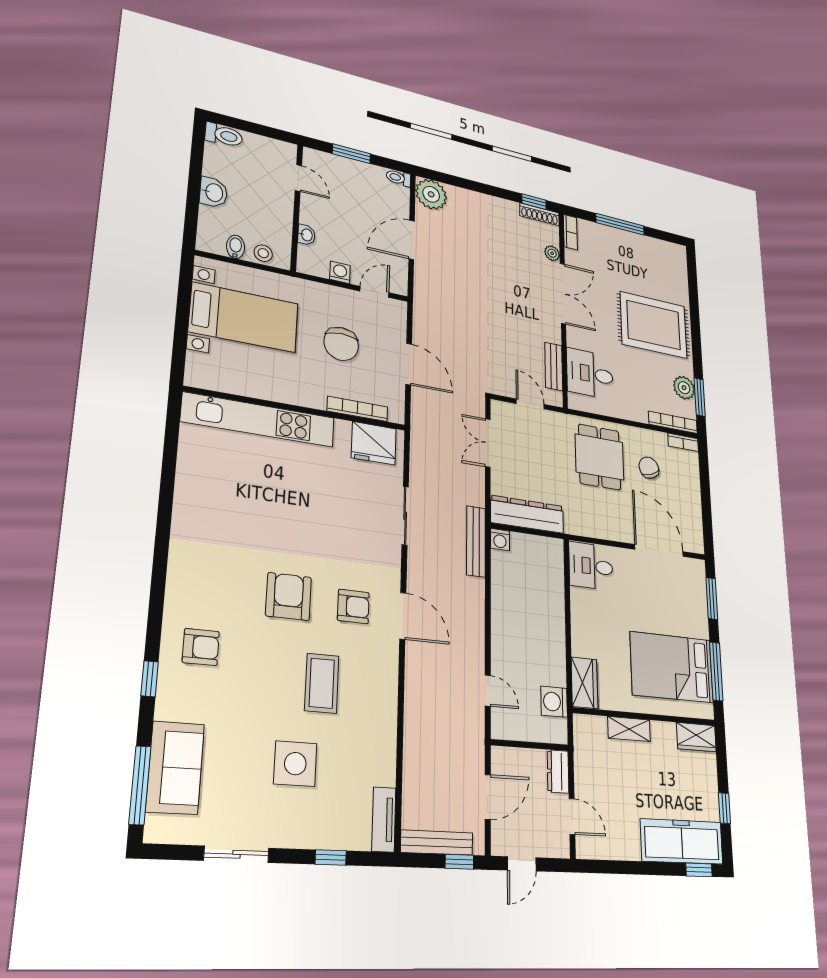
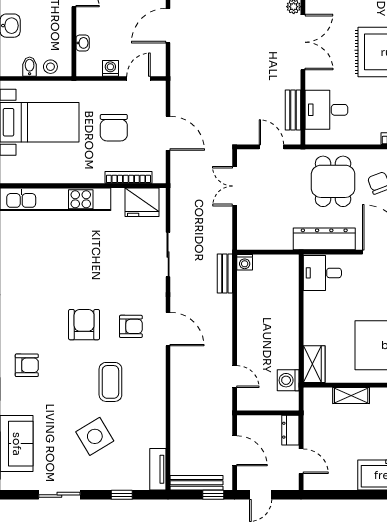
dresser: (527, 514) -> (324, 239), moved
bench: (476, 541) -> (225, 273), width x0.73
side table: (295, 764) -> (95, 436), turned -31
door: (488, 797) -> (235, 451), hinge flipped

